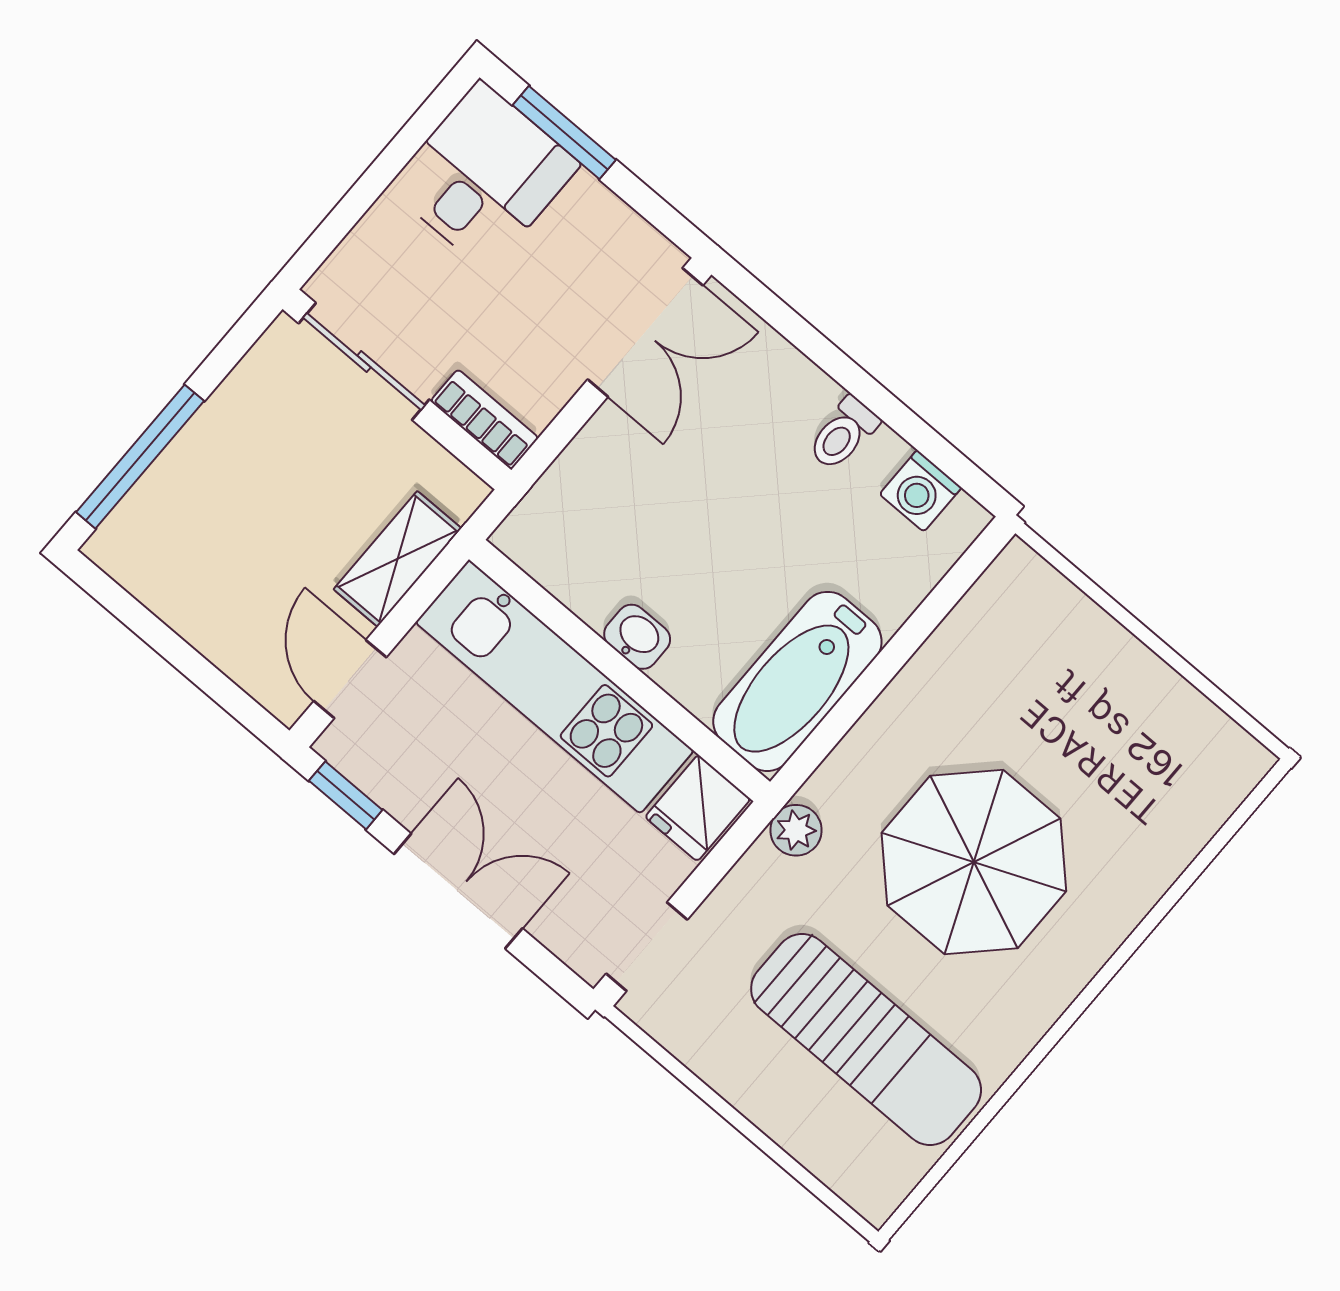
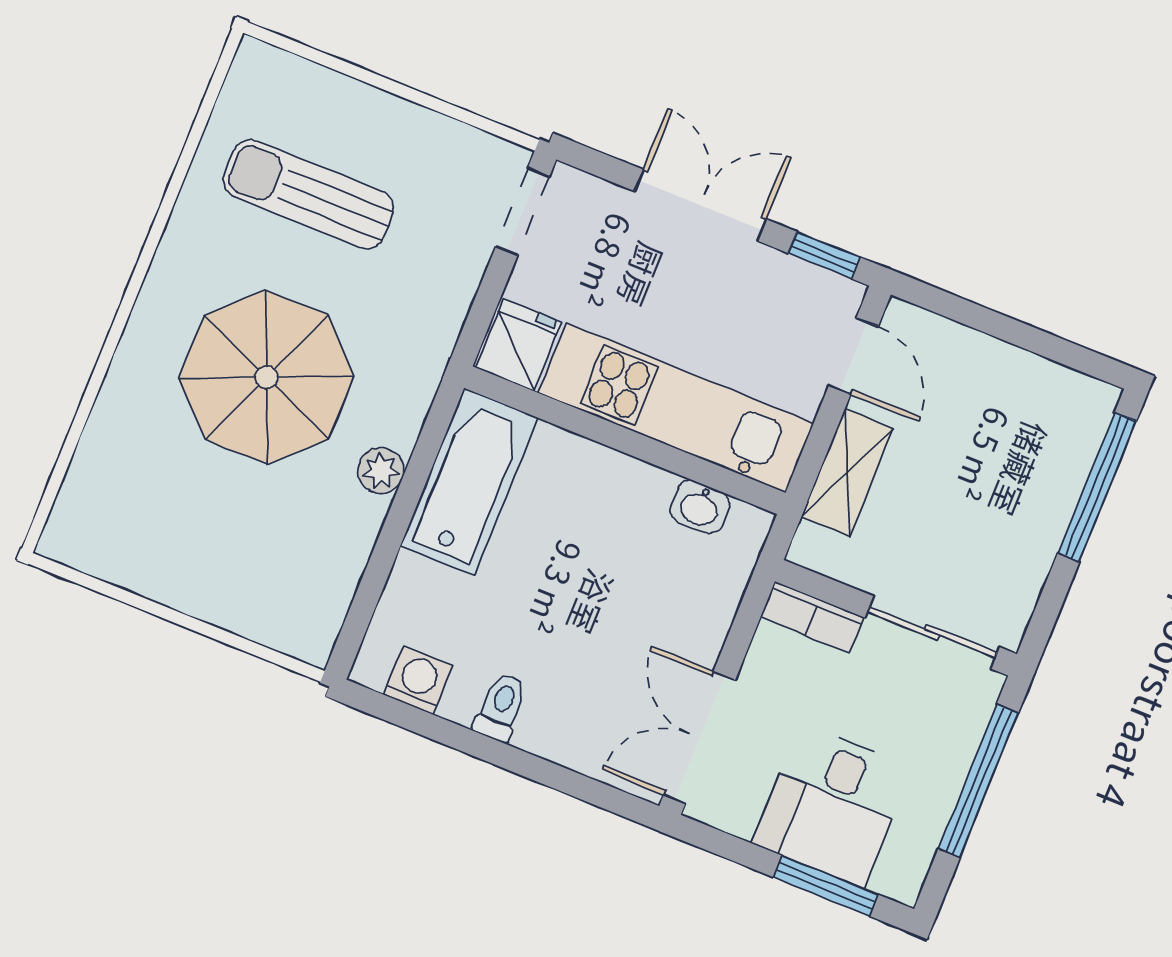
desk: (484, 176) -> (832, 805), moved
window: (367, 189) -> (978, 781), added
washbasin: (637, 637) -> (700, 507), moved
plant: (796, 830) -> (381, 471), moved
double door: (458, 891) -> (700, 205), swing flipped
sun lounger: (866, 1039) -> (308, 194), width x0.73, depth x0.75

